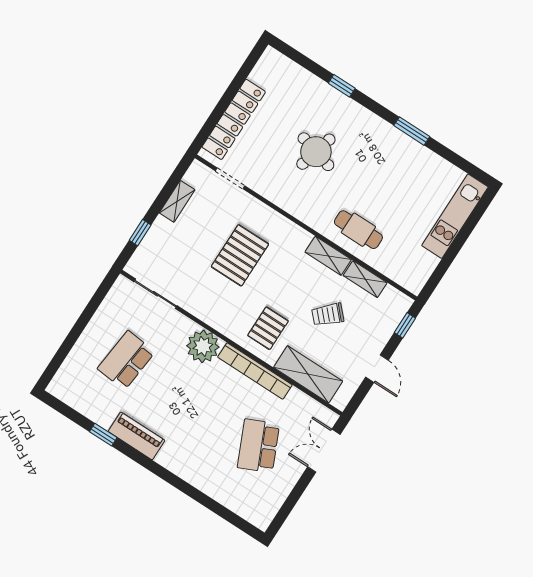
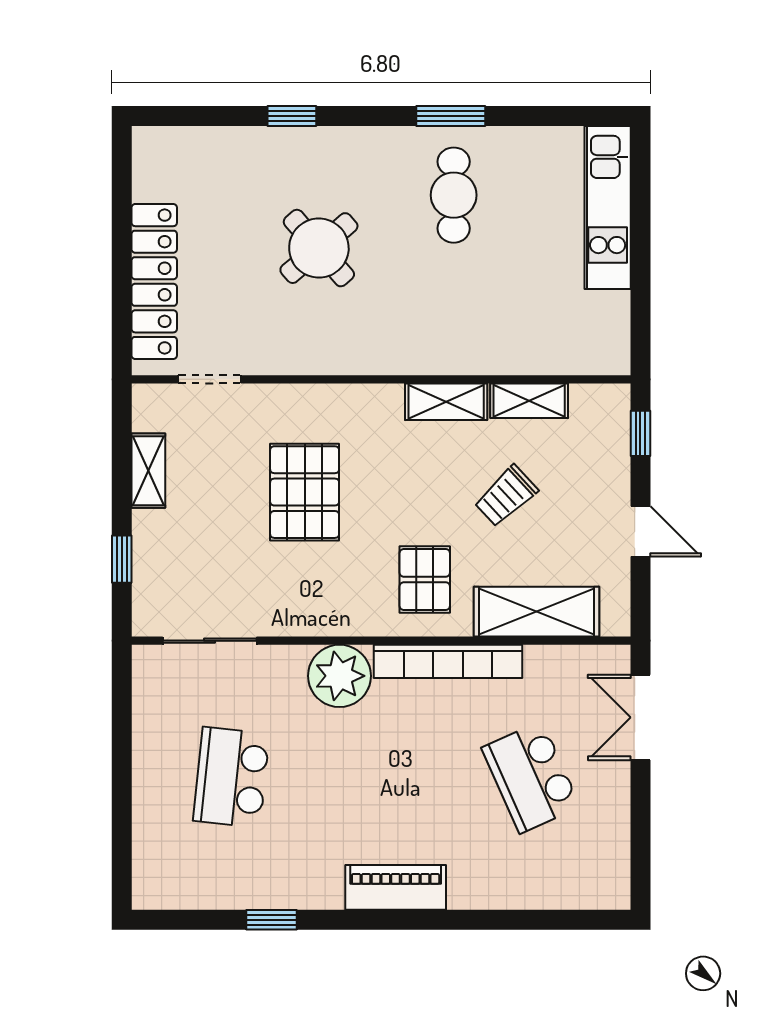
round table: (316, 152) -> (319, 248), turned 34
cafe table: (358, 230) -> (454, 195), moved, turned 90
piano: (137, 436) -> (396, 887), moved

